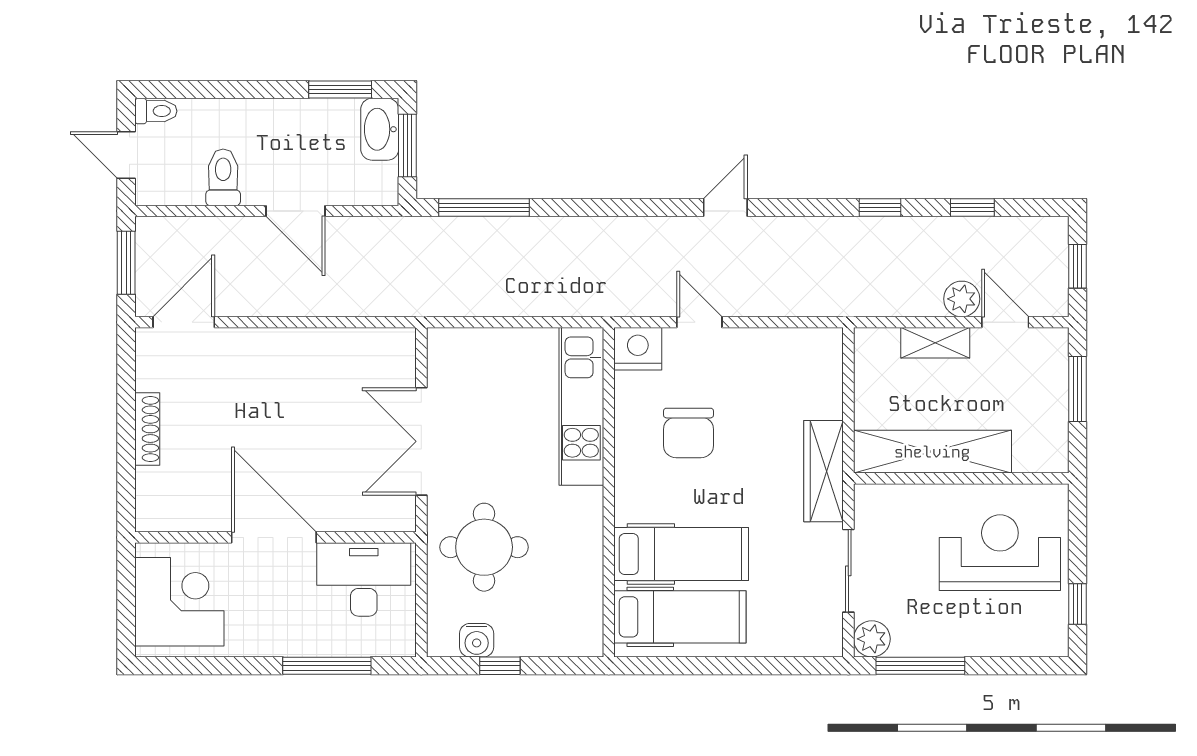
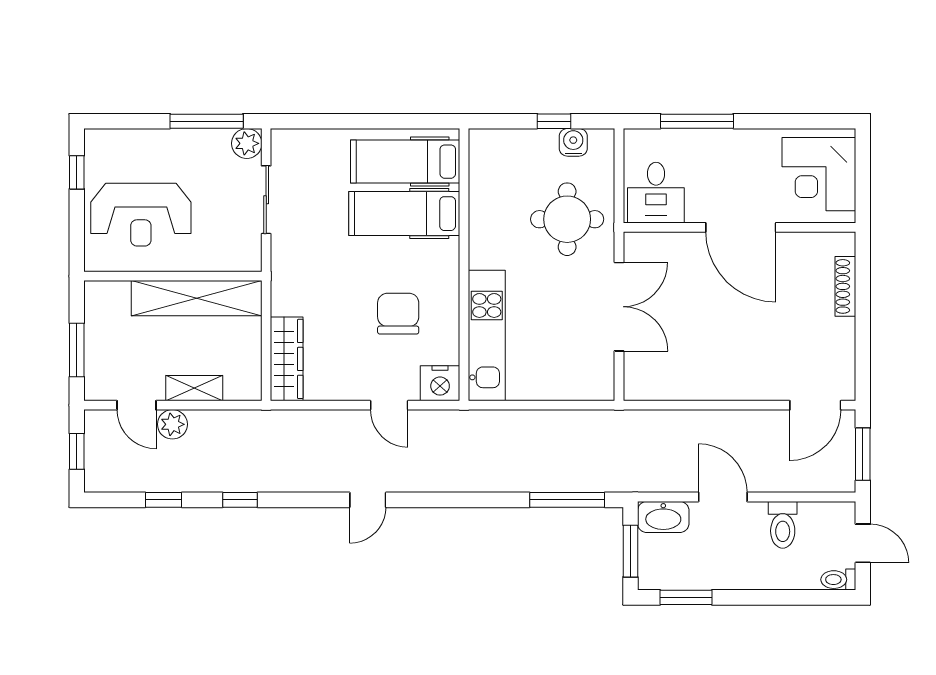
washbasin: (380, 129) -> (663, 517), moved, turned 90
shoe rack: (147, 429) -> (845, 286), moved
wardrobe: (824, 471) -> (287, 359), moved
desk: (364, 579) -> (656, 193), width x0.73

